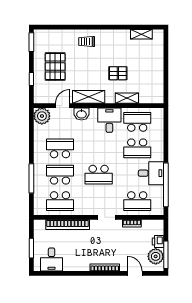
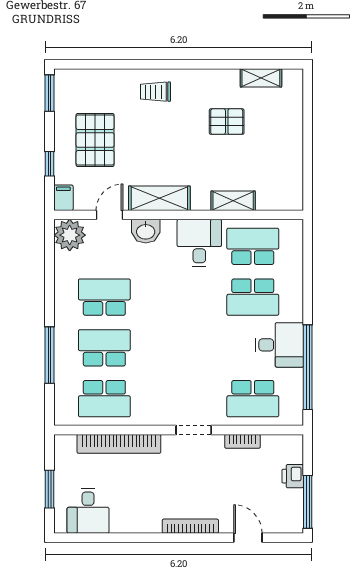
pallet: (118, 73) -> (227, 122), moved
filing cabinet: (39, 97) -> (63, 198), added
school desk: (99, 175) -> (179, 348), removed
plant: (156, 256) -> (288, 505), removed

